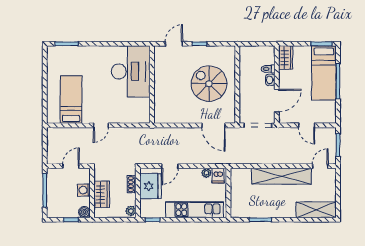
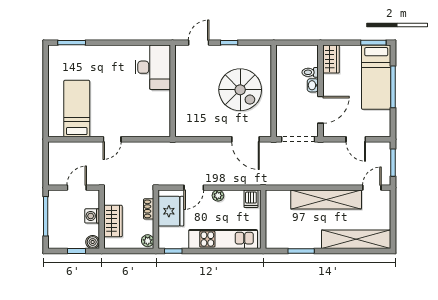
desk: (131, 71) -> (153, 67), width x0.73, depth x0.77
spiral stairs: (209, 84) -> (240, 90), turned 180
plant: (206, 173) -> (218, 196), moved
shelving: (316, 210) -> (356, 239), width x1.47

